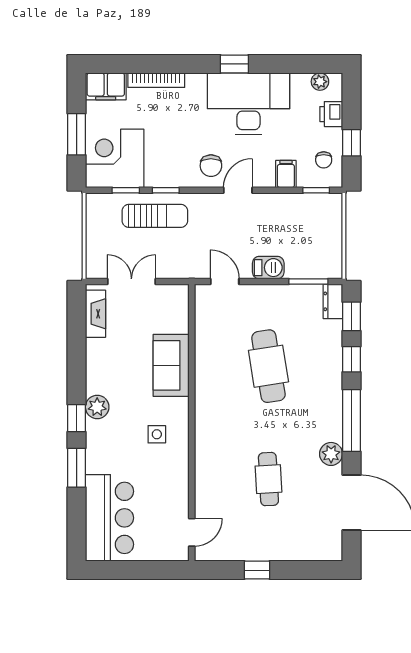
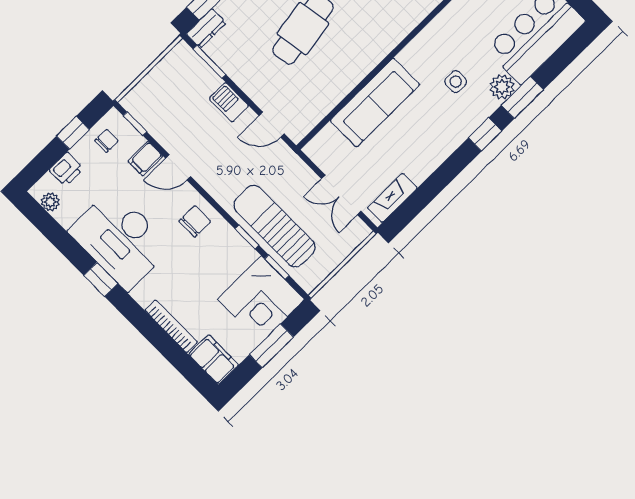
door: (238, 190) -> (178, 167), moved
sun lounger: (155, 216) -> (274, 226), width x1.36, depth x1.34
door: (225, 281) -> (272, 125), hinge flipped
sofa: (171, 365) -> (375, 103), width x1.36
plant: (97, 407) -> (502, 87), moved
side table: (157, 434) -> (456, 82), moved

